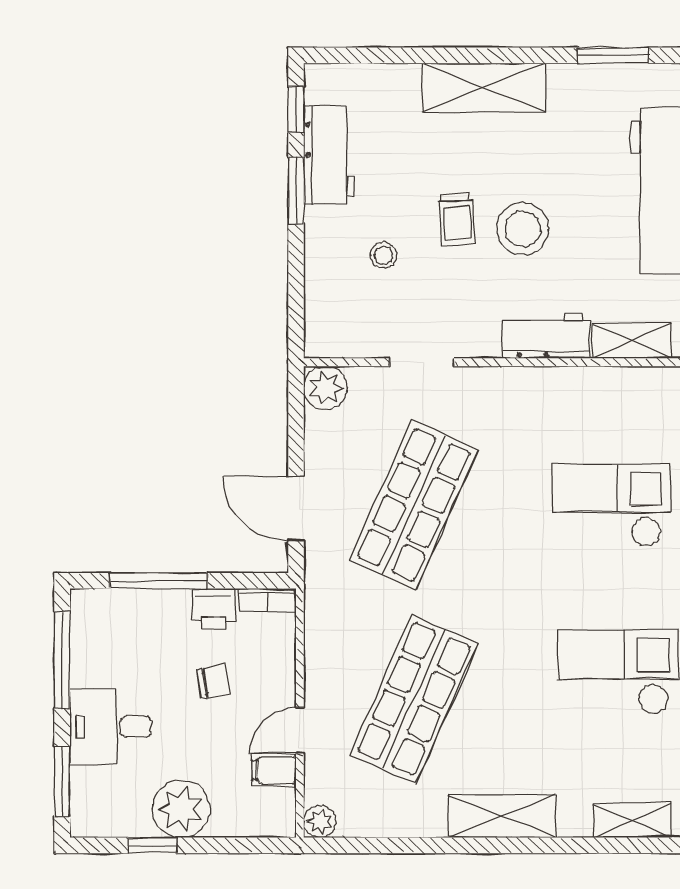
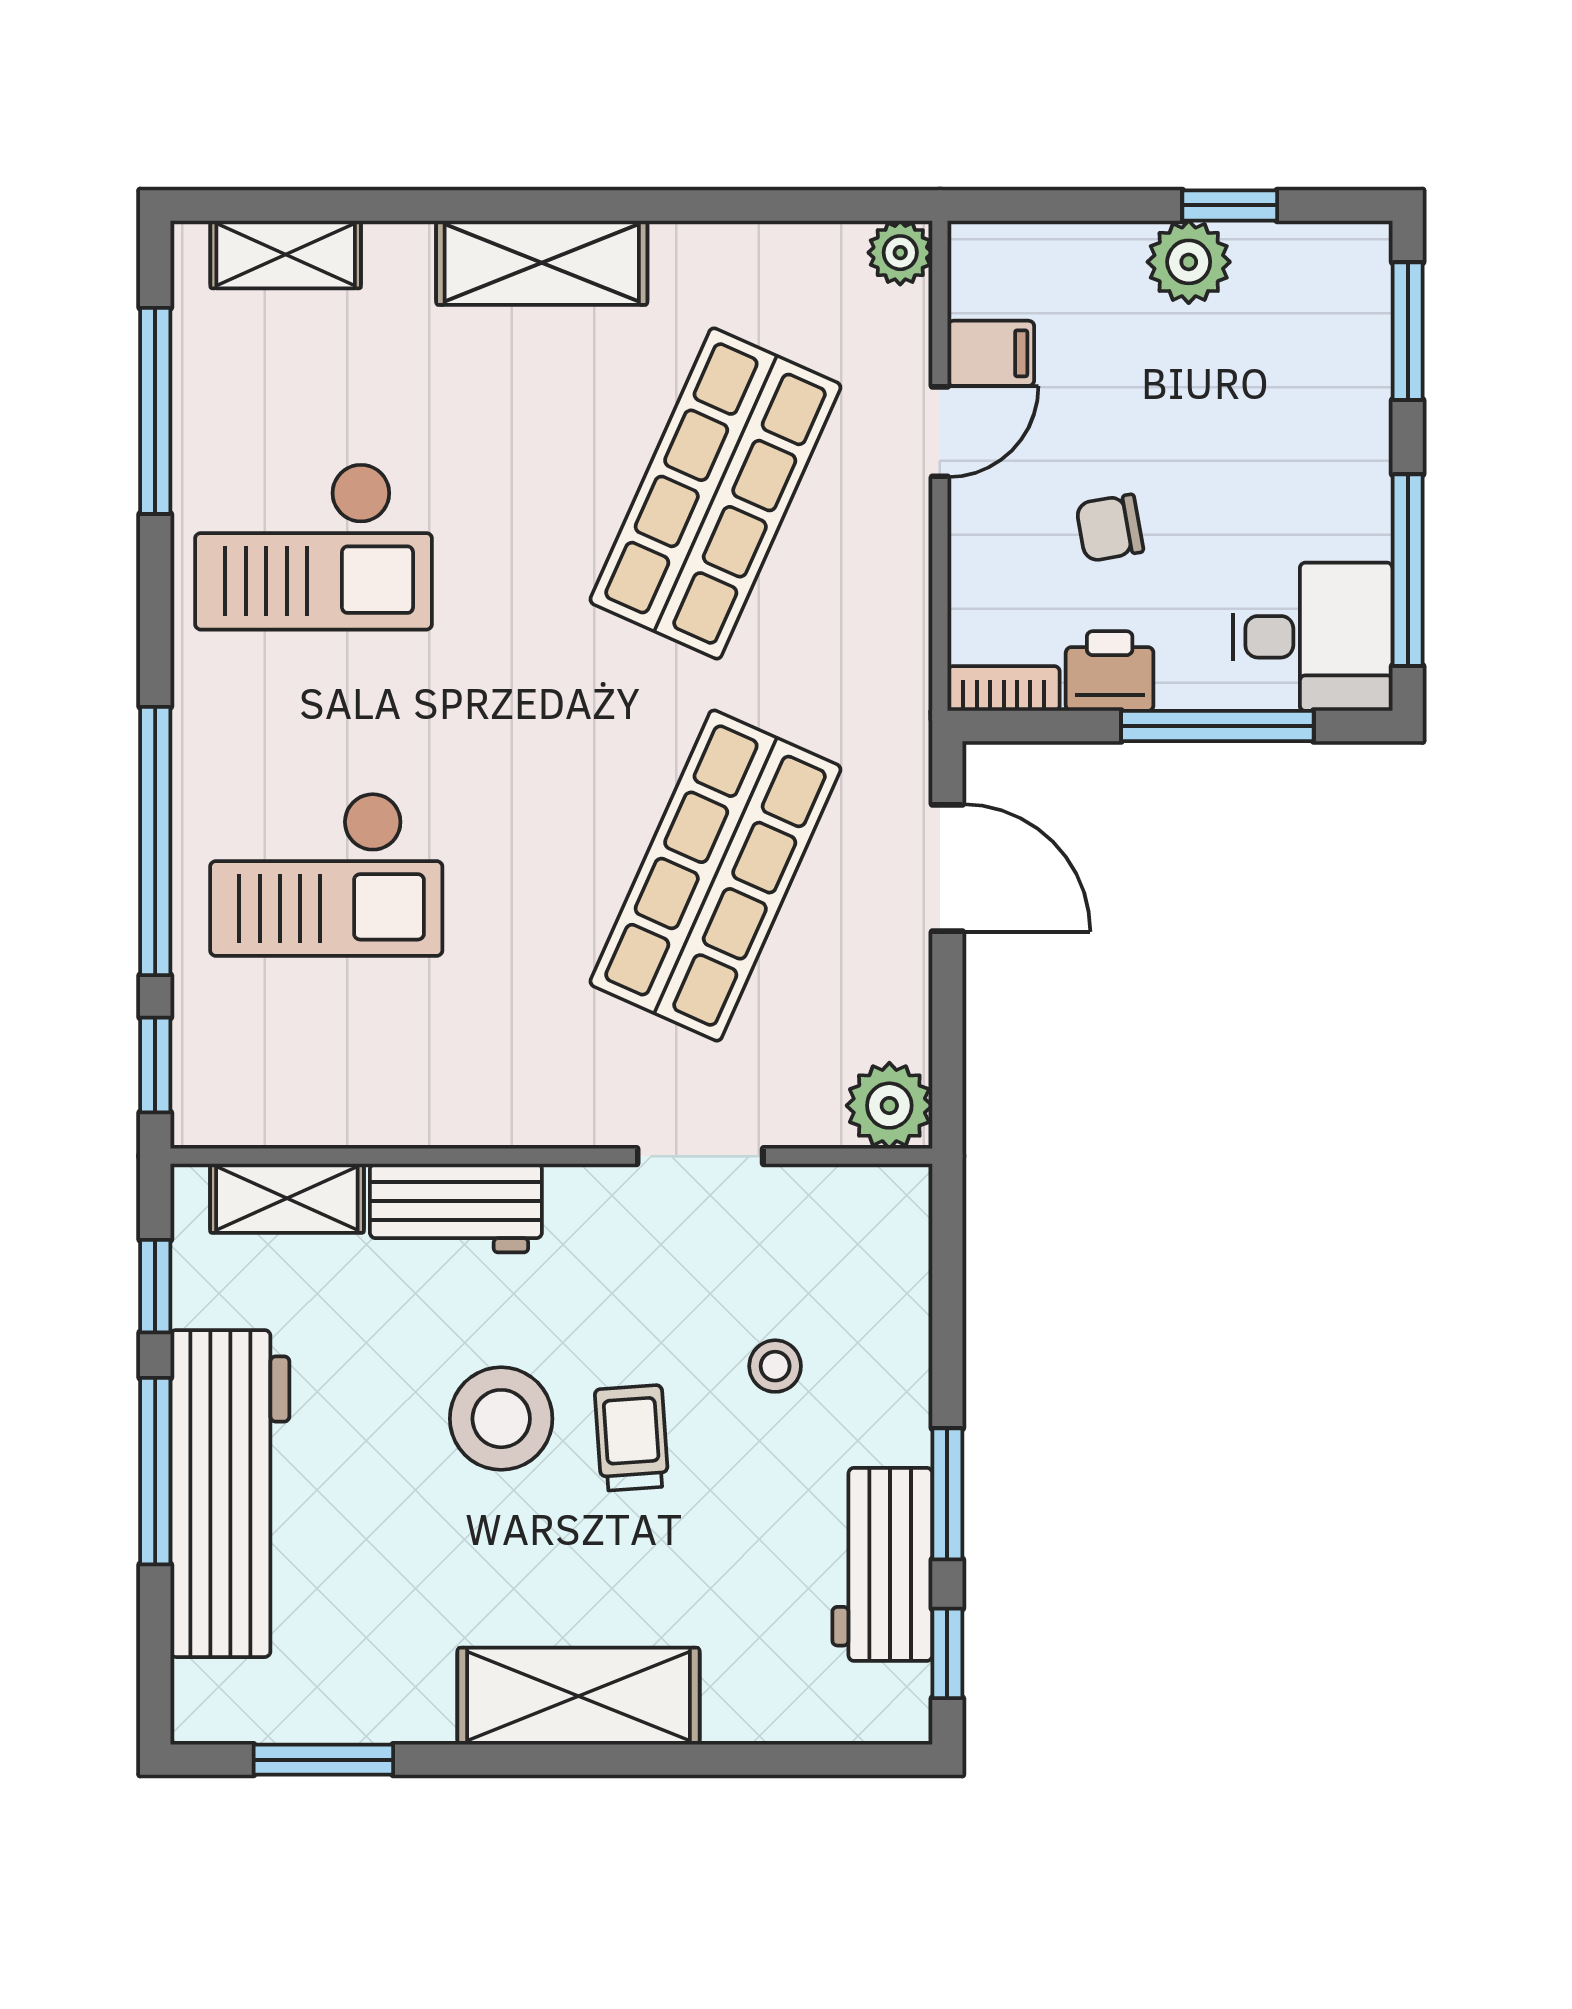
desk: (110, 727) -> (1313, 637), moved
plant: (181, 809) -> (1189, 262), width x0.73, depth x0.73

